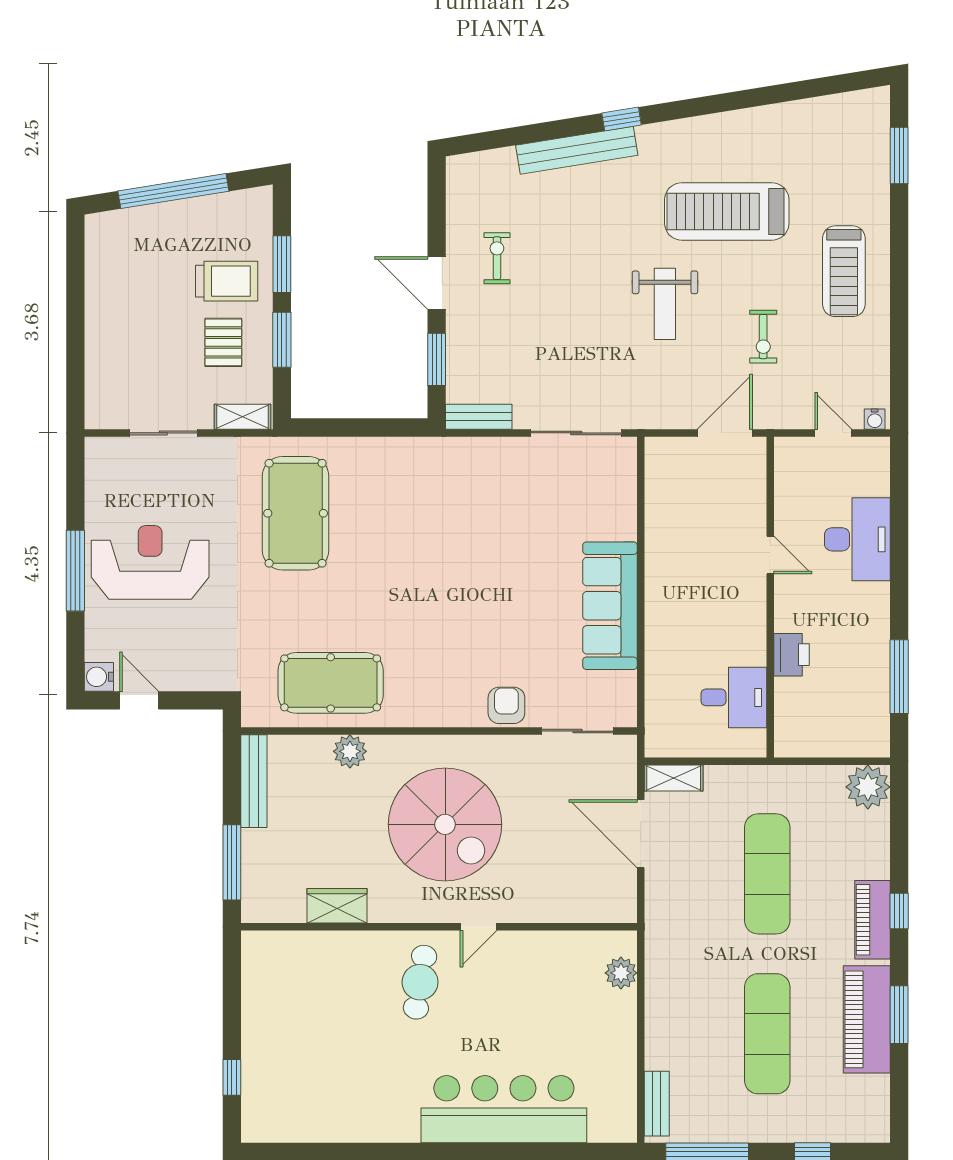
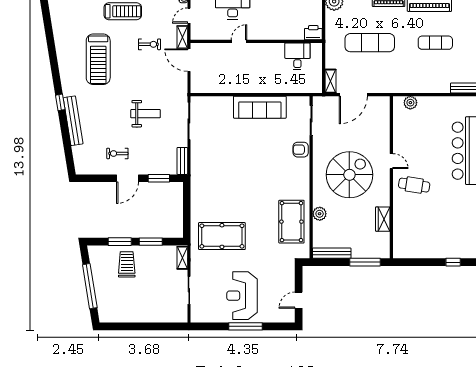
weight bench: (665, 304) -> (146, 114), moved
pallet: (223, 342) -> (152, 266), removed
shelving: (781, 417) -> (182, 37), added
printer: (791, 655) -> (313, 33), moved
water cooler: (99, 677) -> (289, 317), removed
exercise mat: (767, 1034) -> (435, 43), width x0.73, depth x0.69

